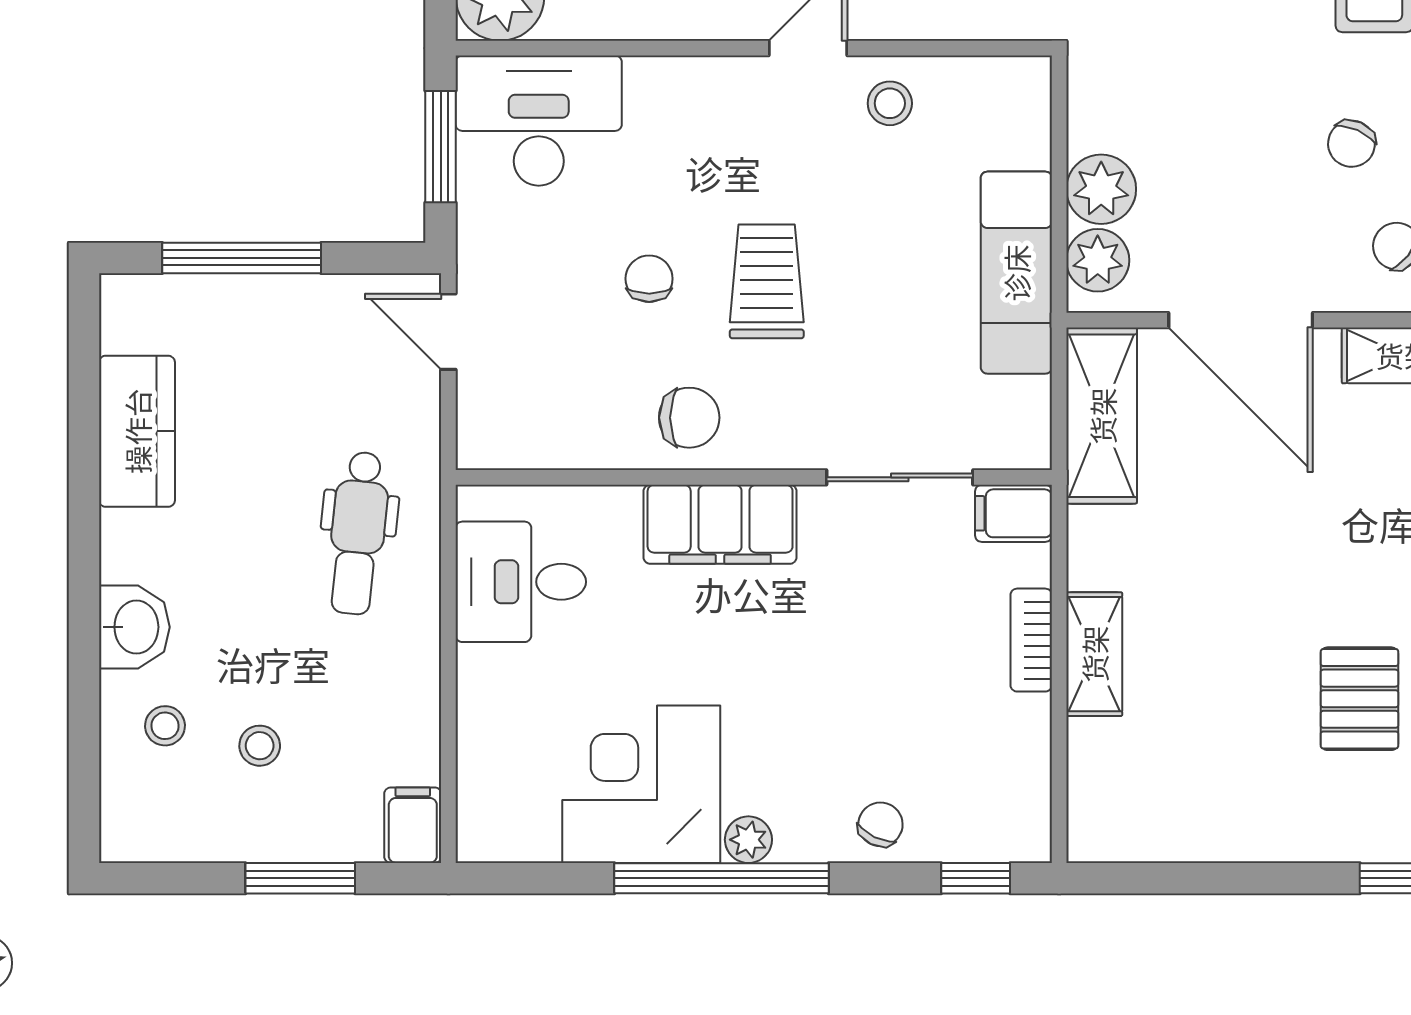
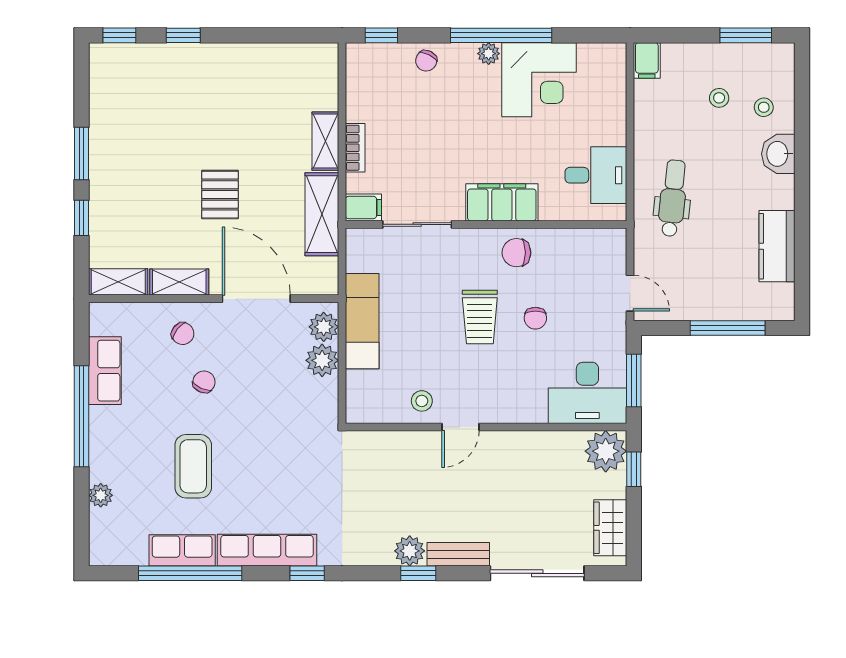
shelving: (1102, 416) -> (322, 214), moved
pallet: (1359, 699) -> (220, 195), moved
window: (300, 878) -> (746, 35), moved

